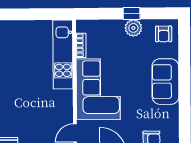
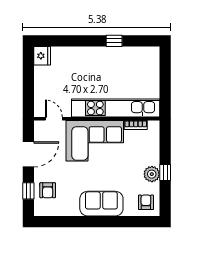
armchair: (164, 34) -> (146, 202), turned 90
kitchen unit: (63, 54) -> (116, 108), width x1.36

